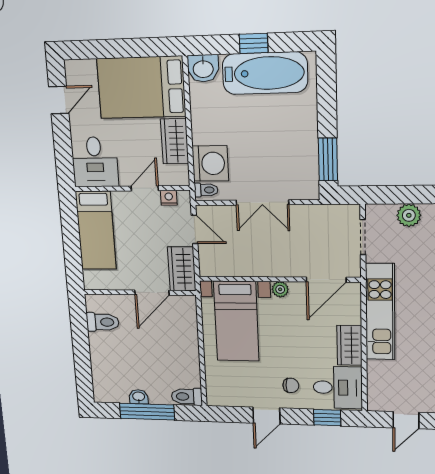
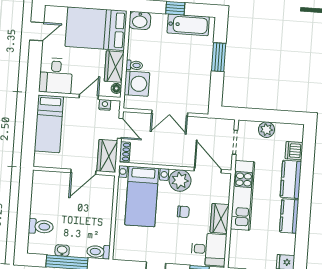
bathtub: (265, 73) -> (188, 25), width x0.73, depth x0.73
window: (328, 159) -> (219, 57), moved
floor lamp: (182, 173) -> (116, 88), added
toilet: (206, 190) -> (134, 65), moved
shoe rack: (205, 262) -> (125, 152), added
door: (326, 280) -> (208, 170), swing flipped
plant: (280, 289) -> (180, 181), width x1.88, depth x1.88
toilet: (103, 322) -> (41, 226), moved
chair: (291, 385) -> (183, 212), moved

